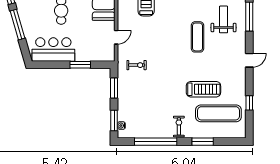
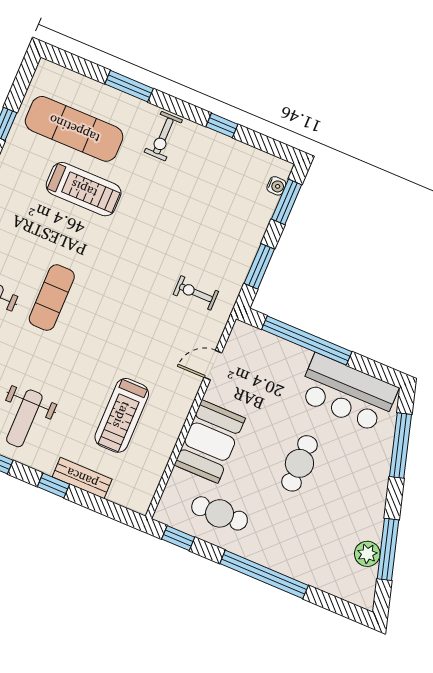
window: (18, 25) -> (400, 446), moved
window: (80, 65) -> (307, 340), width x2.11
treadmill: (203, 89) -> (84, 189), turned 180
window: (156, 142) -> (222, 125), width x0.32

